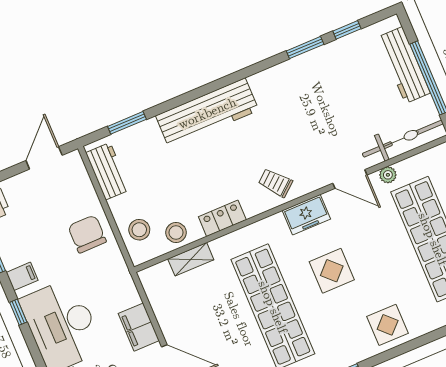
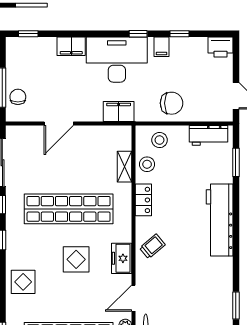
filing cabinet: (139, 327) -> (119, 112), moved

